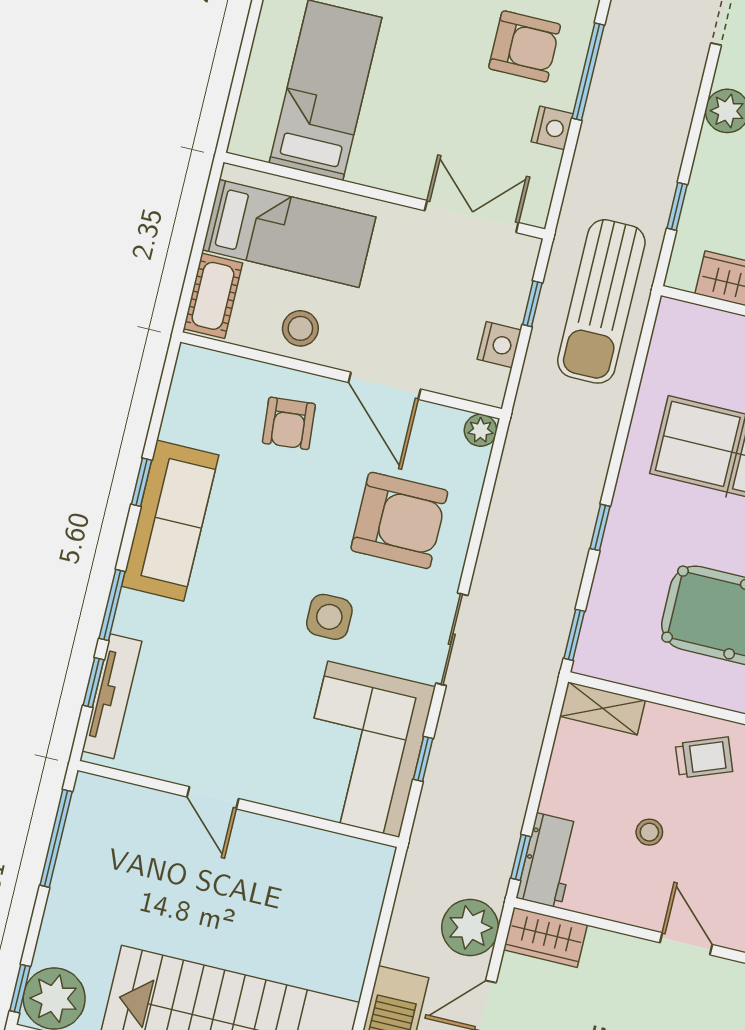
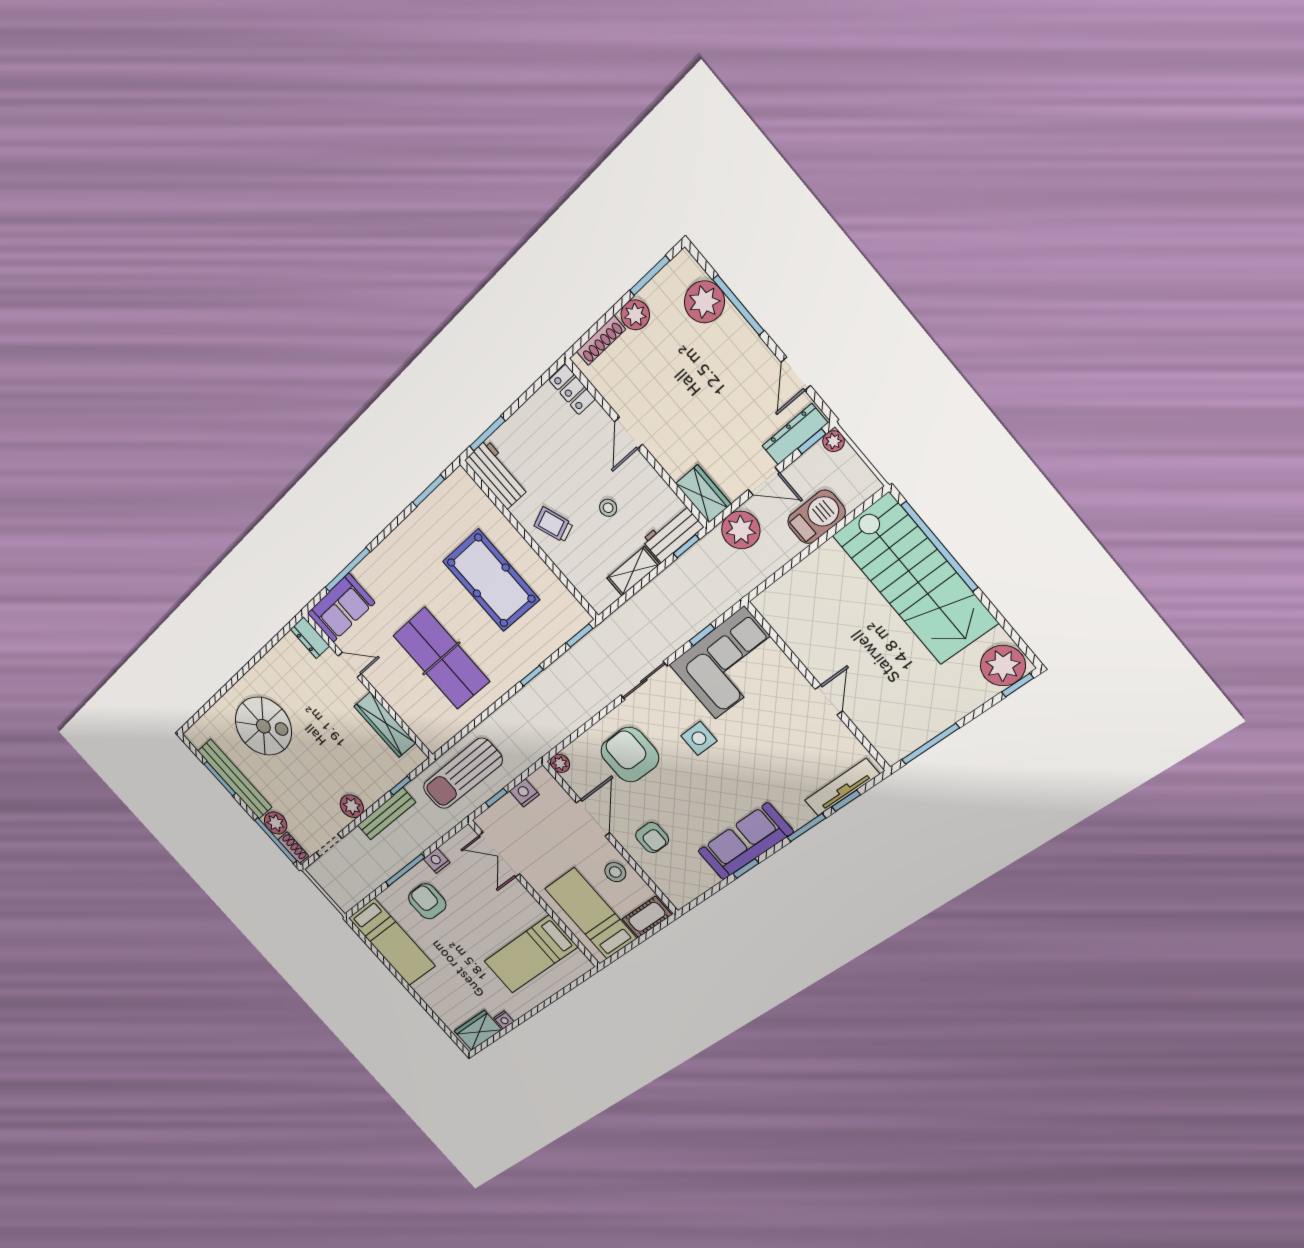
bench: (670, 142) -> (386, 814), added
sun lounger: (601, 301) -> (463, 774), turned 180
armchair: (289, 423) -> (652, 838), turned 95
shelving: (602, 708) -> (633, 571), moved, turned 90

